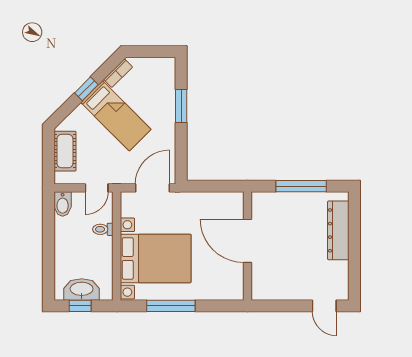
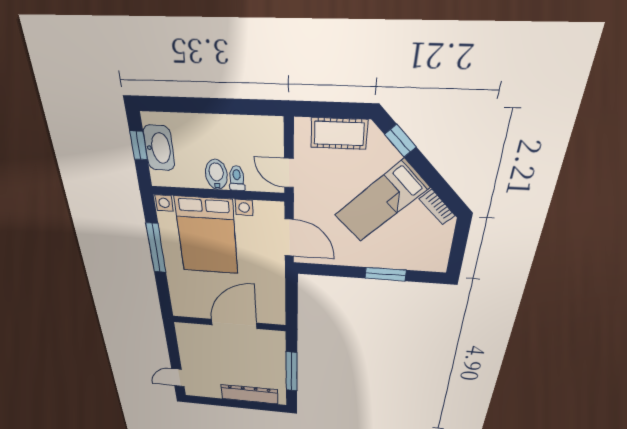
window: (86, 89) -> (400, 141), moved
bidet: (63, 204) -> (216, 174), moved, turned 90

